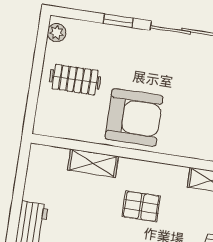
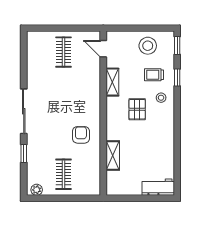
armchair: (134, 117) -> (81, 135), width x0.53, depth x0.53
pallet: (141, 206) -> (137, 109), moved

